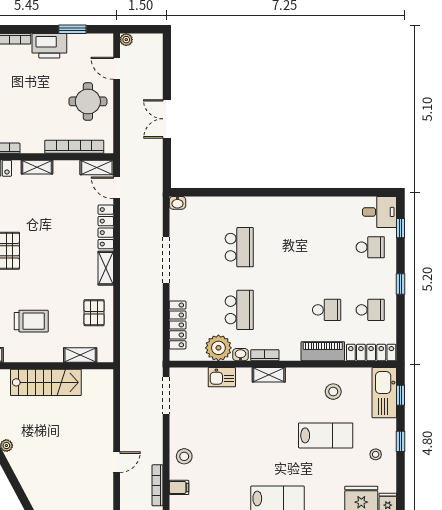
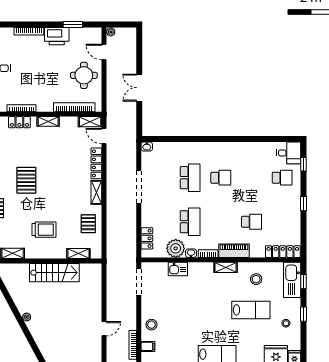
school desk: (370, 310) -> (221, 178), moved
locker: (178, 325) -> (147, 238), width x0.66
piano: (323, 351) -> (234, 251), moved
shelving: (269, 375) -> (226, 267), moved

